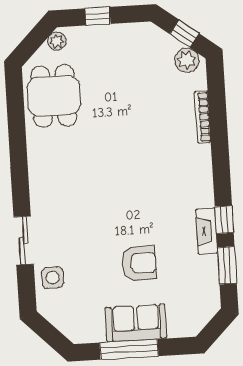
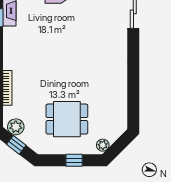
dining table: (54, 96) -> (67, 119), moved, turned 90

